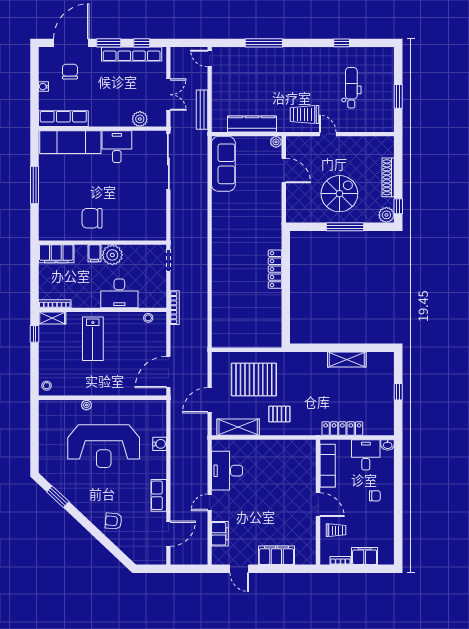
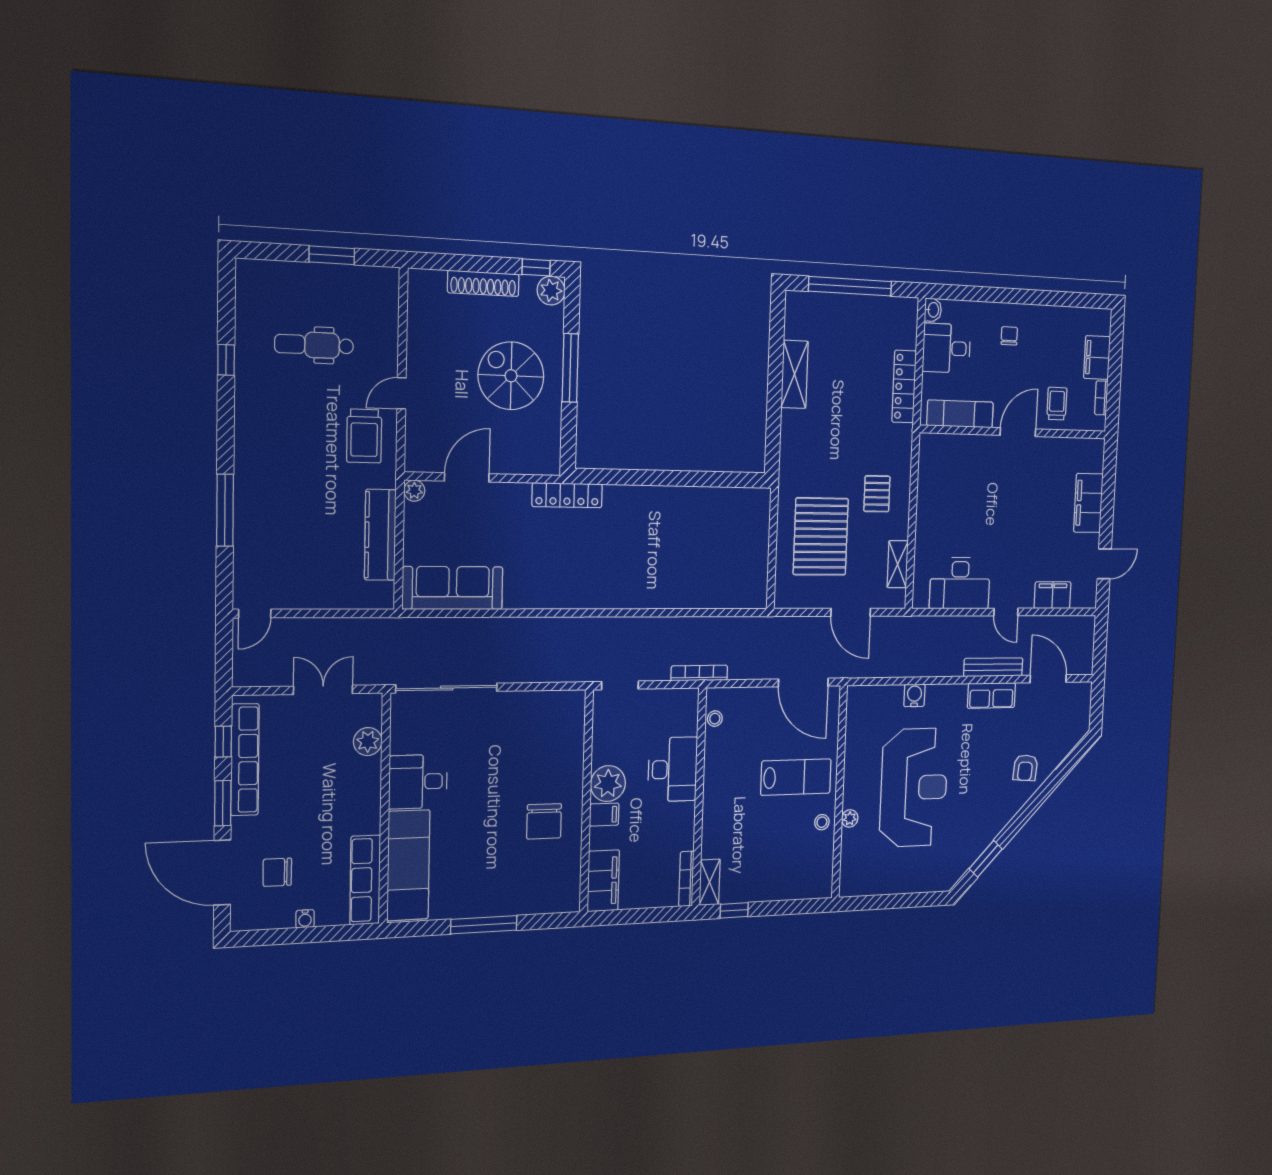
bench: (202, 110) -> (993, 667), moved
locker: (275, 269) -> (567, 495), moved
lab bench: (93, 339) -> (796, 777), moved
stool: (47, 386) -> (822, 822), moved
window: (398, 392) -> (850, 286), width x3.17
shelving: (238, 427) -> (898, 564), width x0.67, depth x0.75

